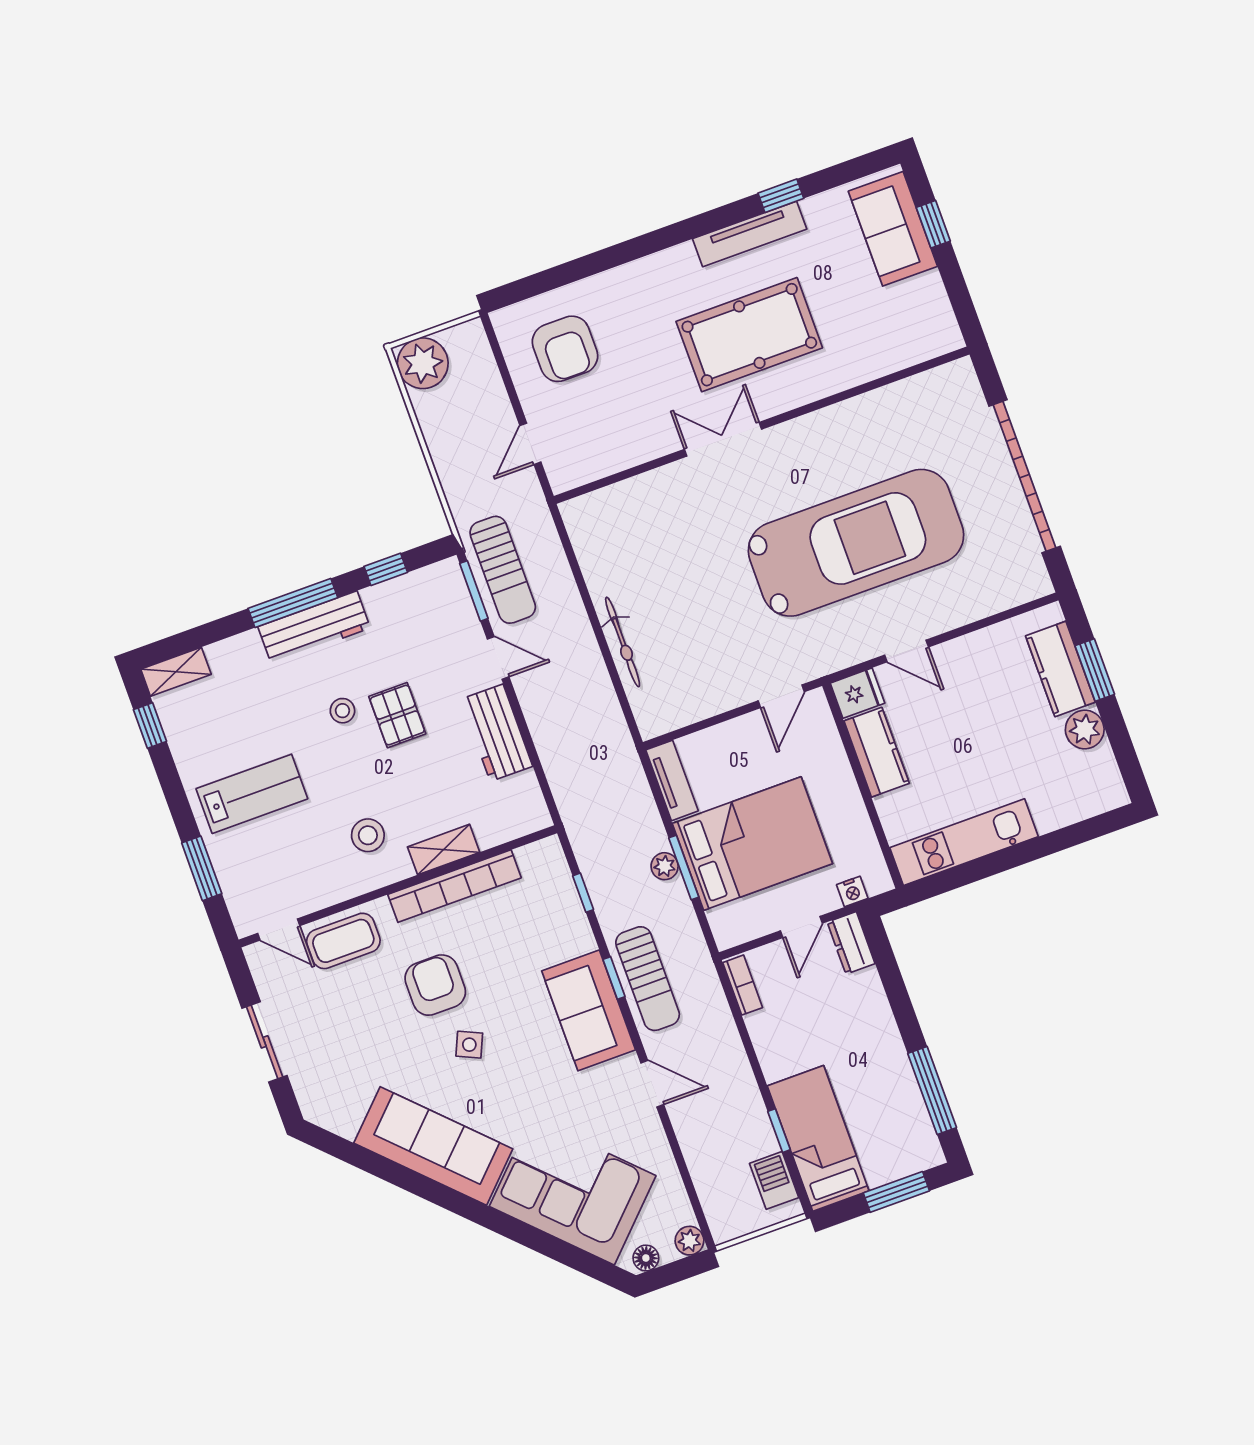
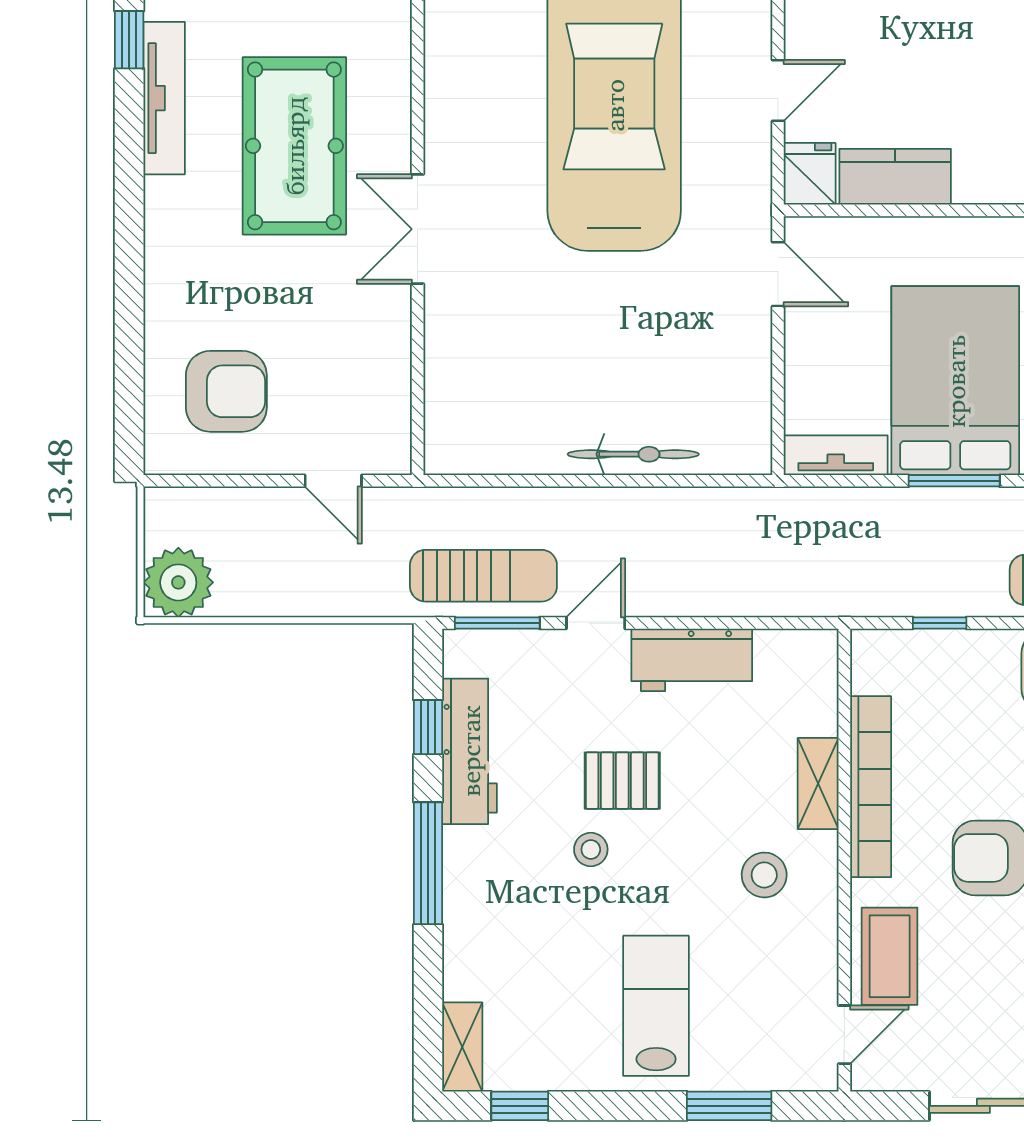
workbench: (314, 627) -> (470, 751), moved
plant: (665, 866) -> (943, 505), removed

